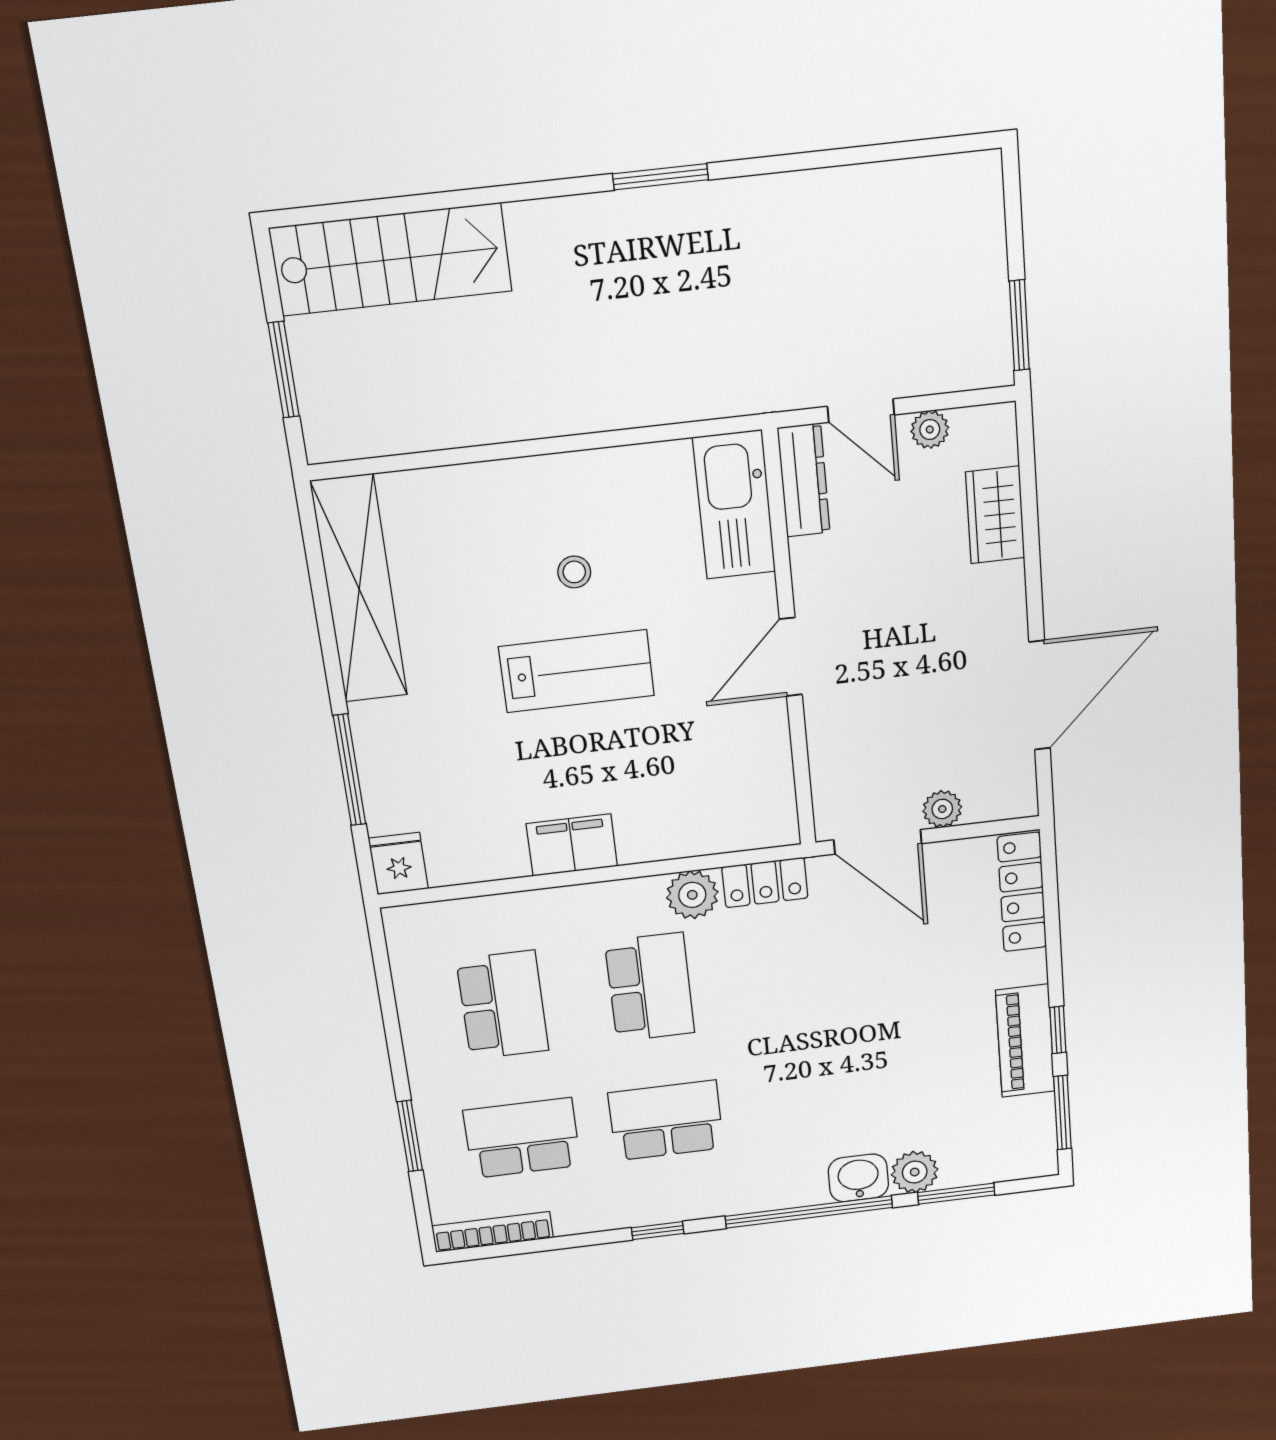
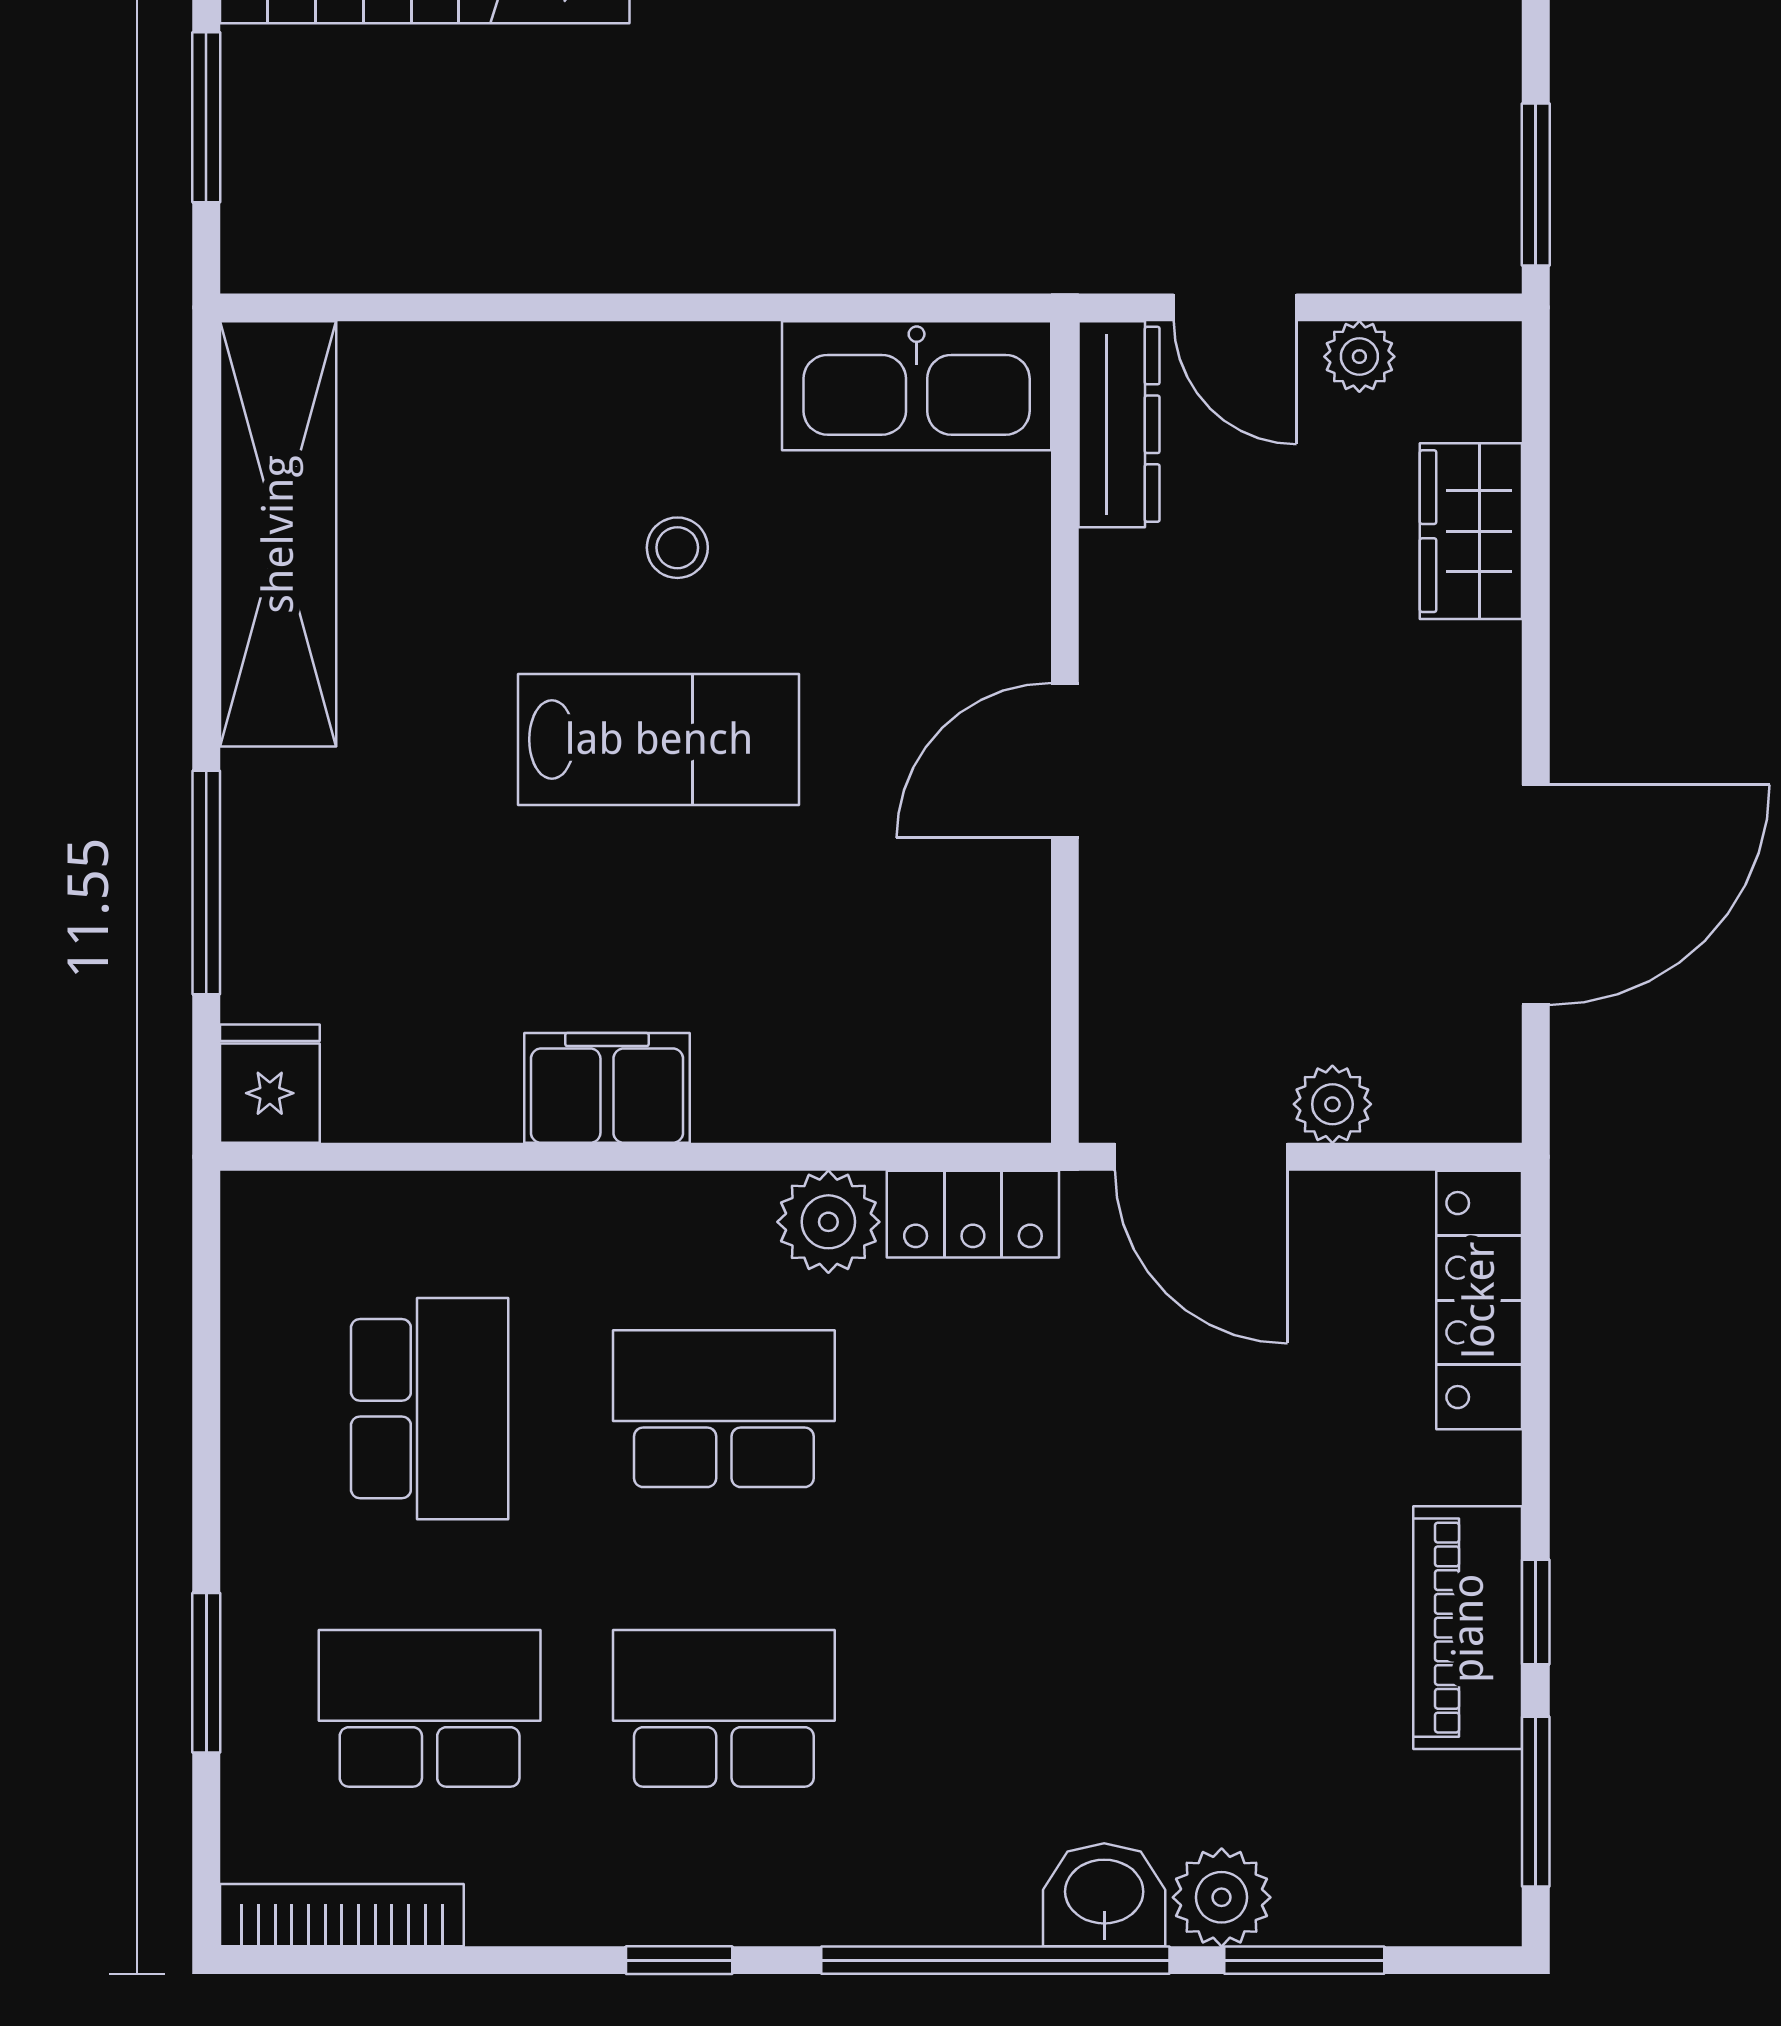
kitchen sink: (734, 505) -> (917, 386), moved, turned -90
school desk: (650, 987) -> (724, 1409), turned -90

